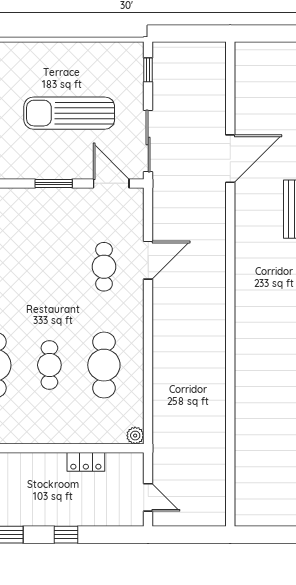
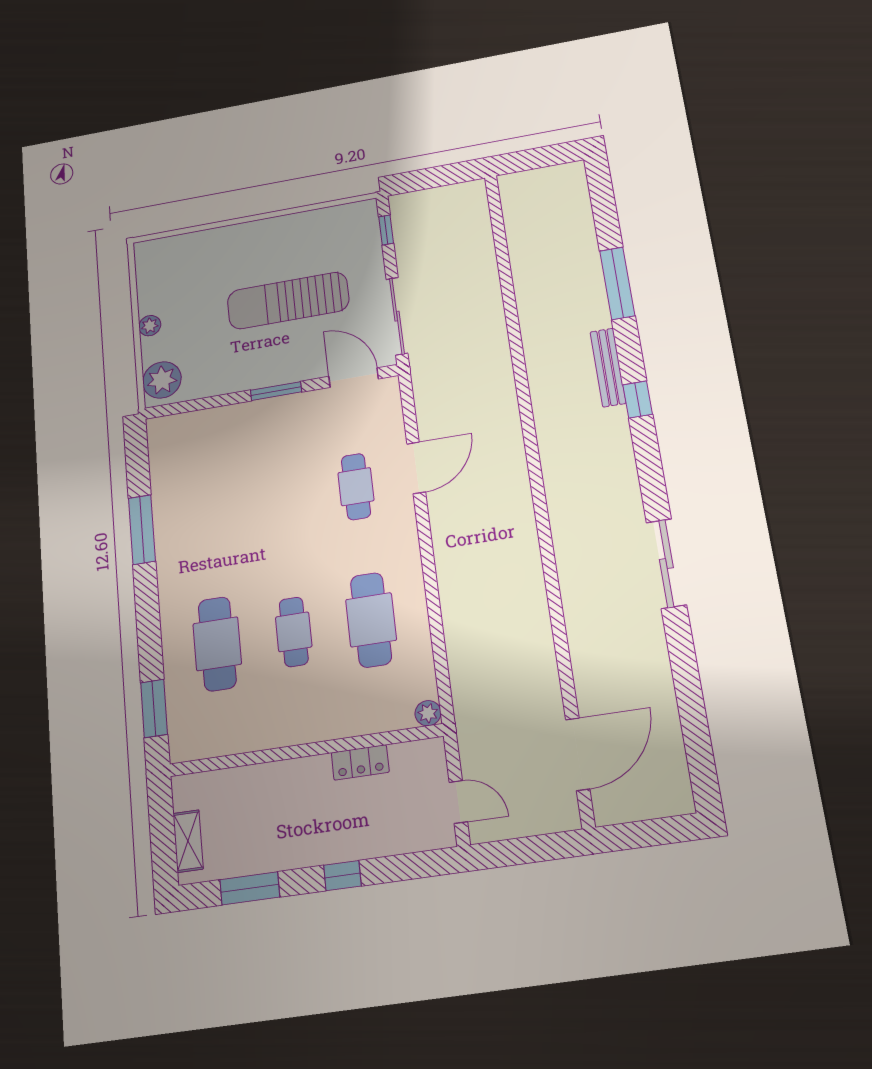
door: (230, 159) -> (578, 754), moved

